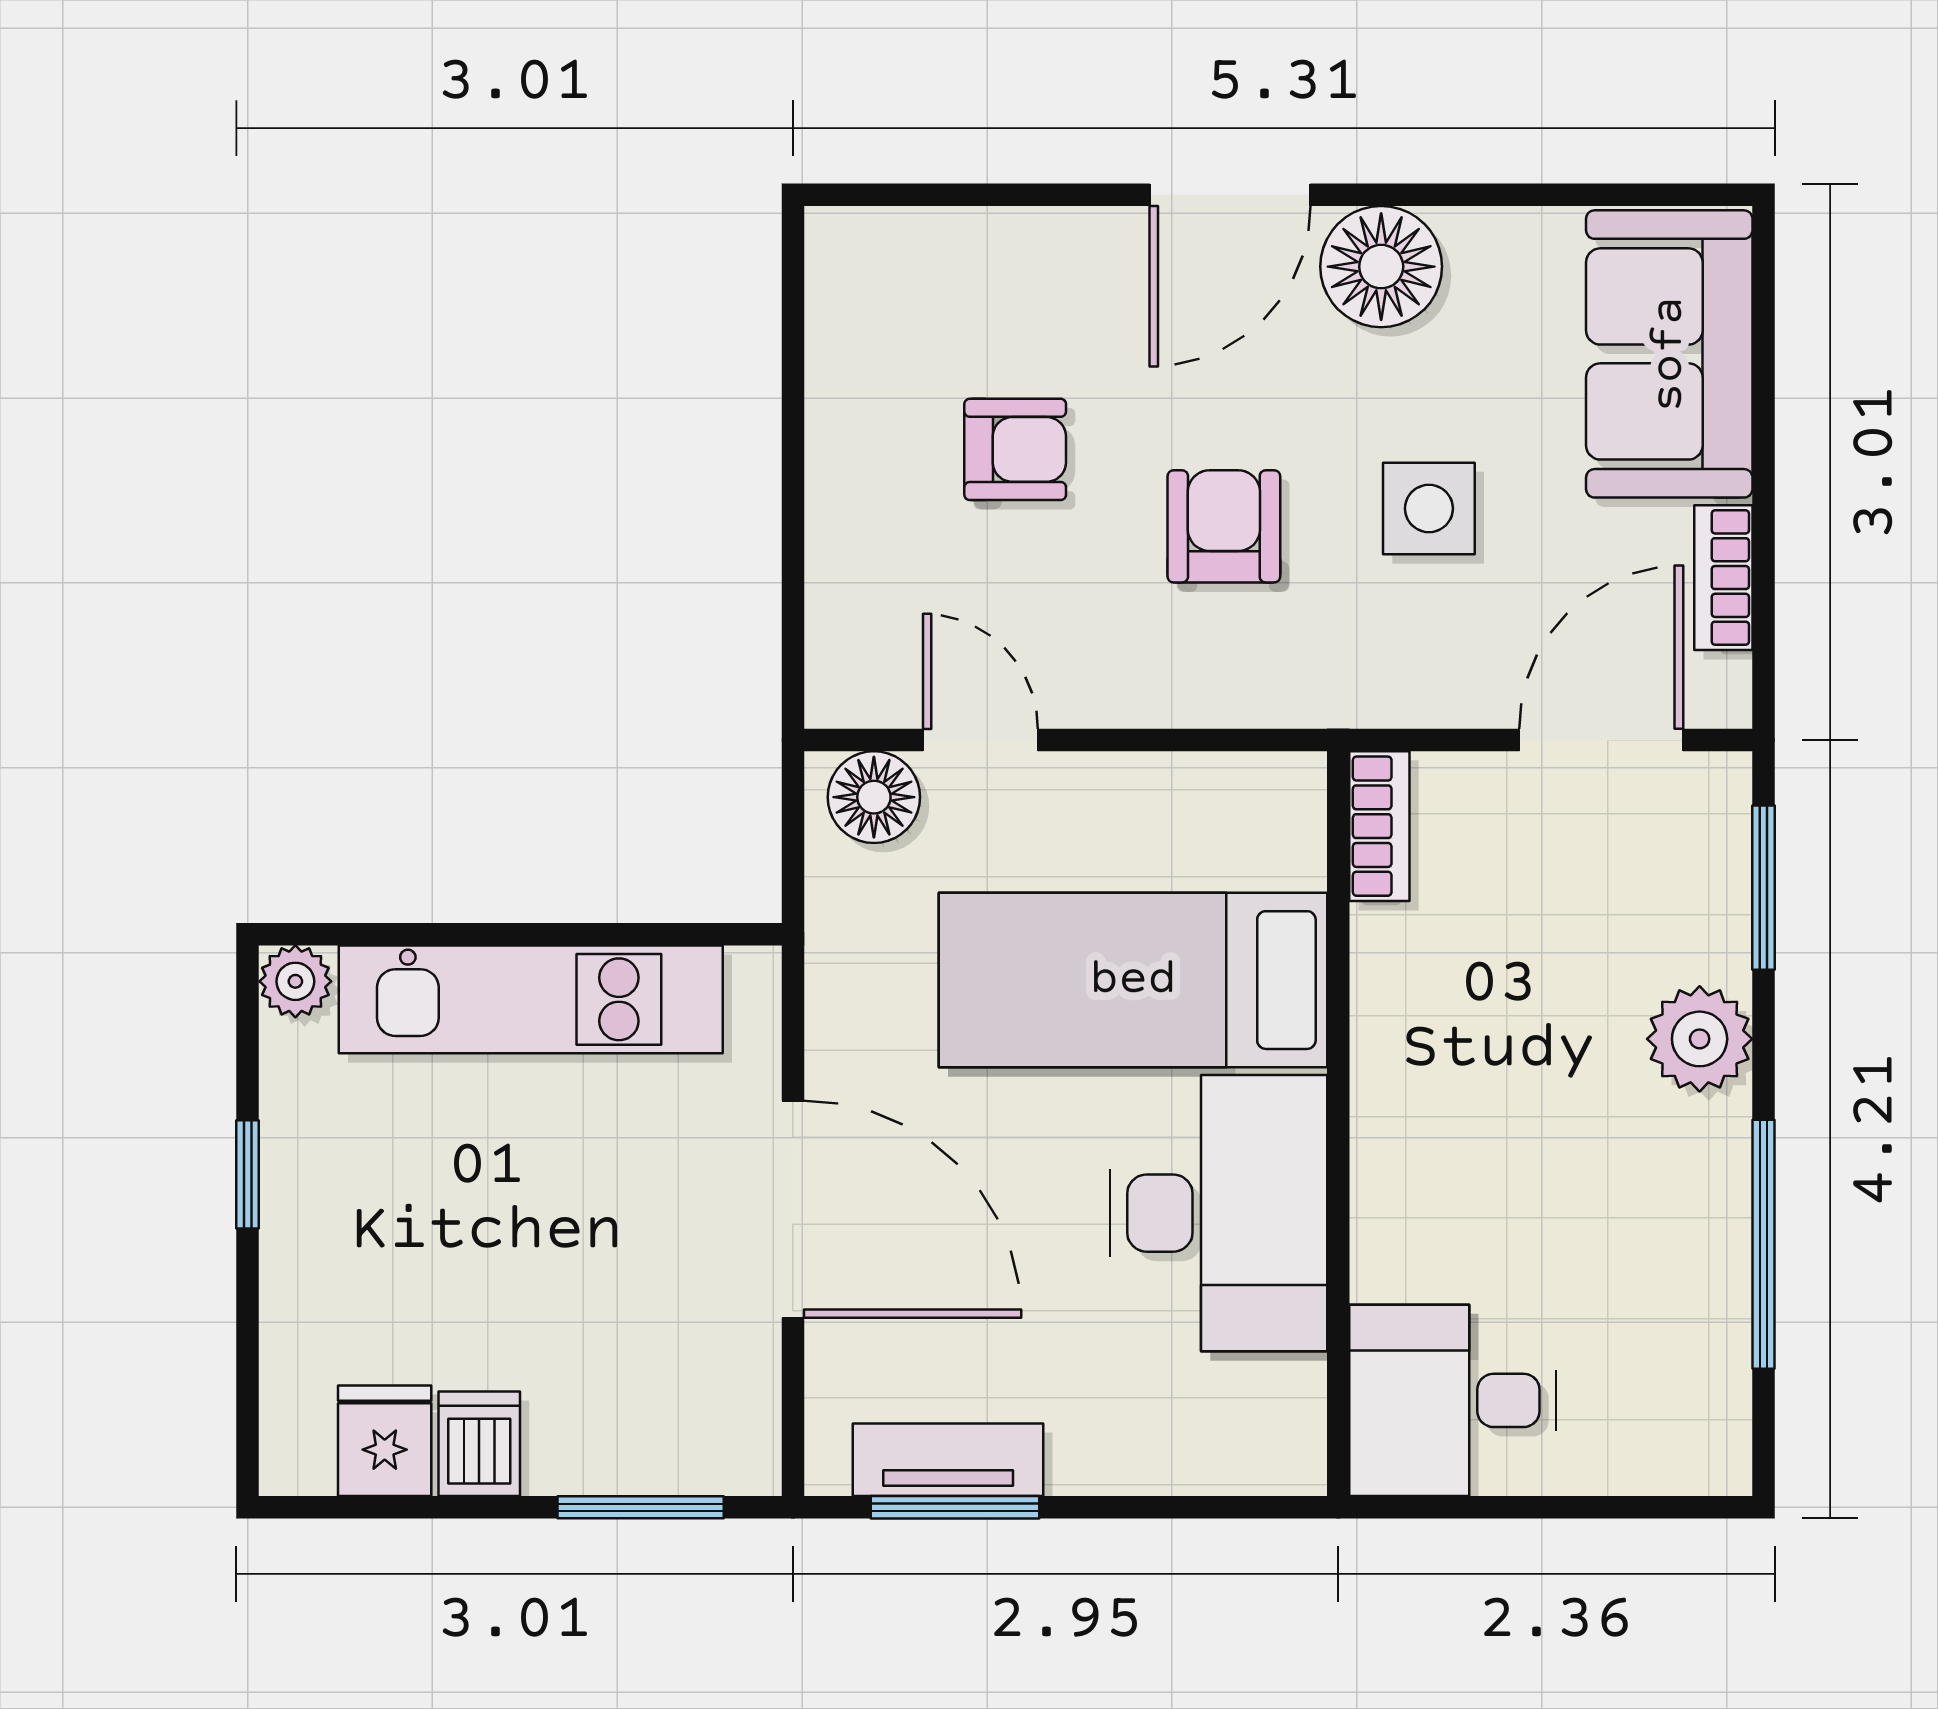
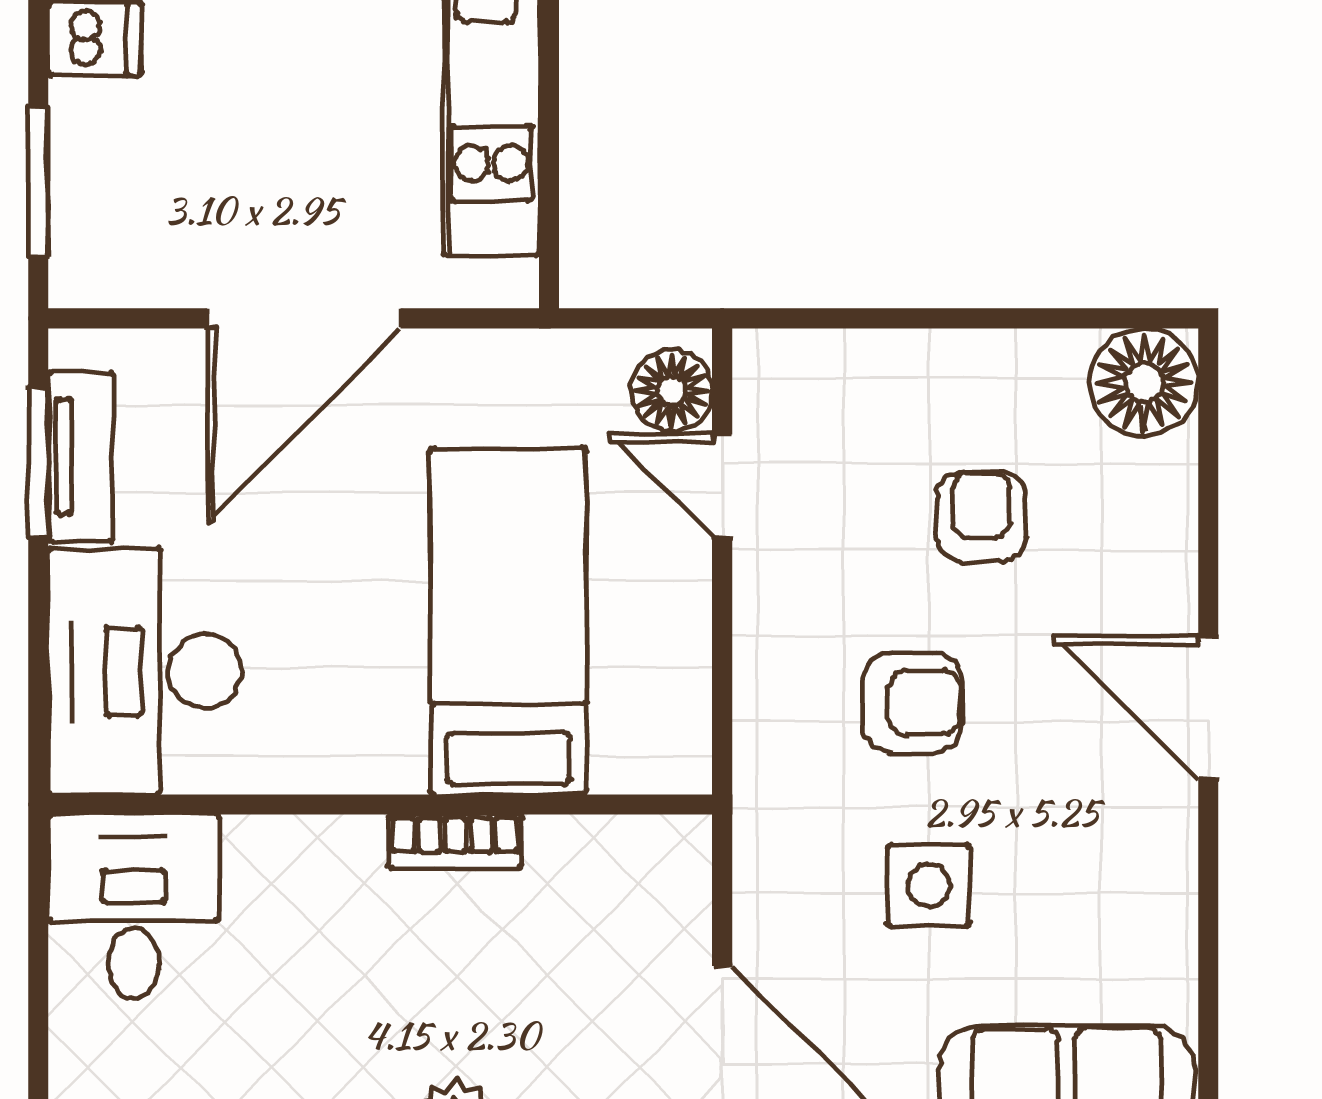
floor lamp: (1381, 267) -> (1144, 382), moved
armchair: (1015, 449) -> (981, 516), turned 180
door: (980, 740) -> (722, 486), swing flipped
bookcase: (1379, 826) -> (455, 841), moved
desk: (1219, 1213) -> (145, 671), moved, turned 90

